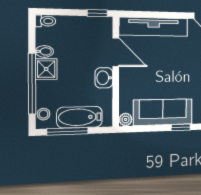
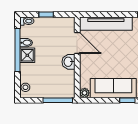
window: (97, 13) -> (46, 14), moved
window: (32, 84) -> (18, 50), moved
bathtub: (80, 117) -> (51, 90), removed
window: (68, 131) -> (58, 100), moved

